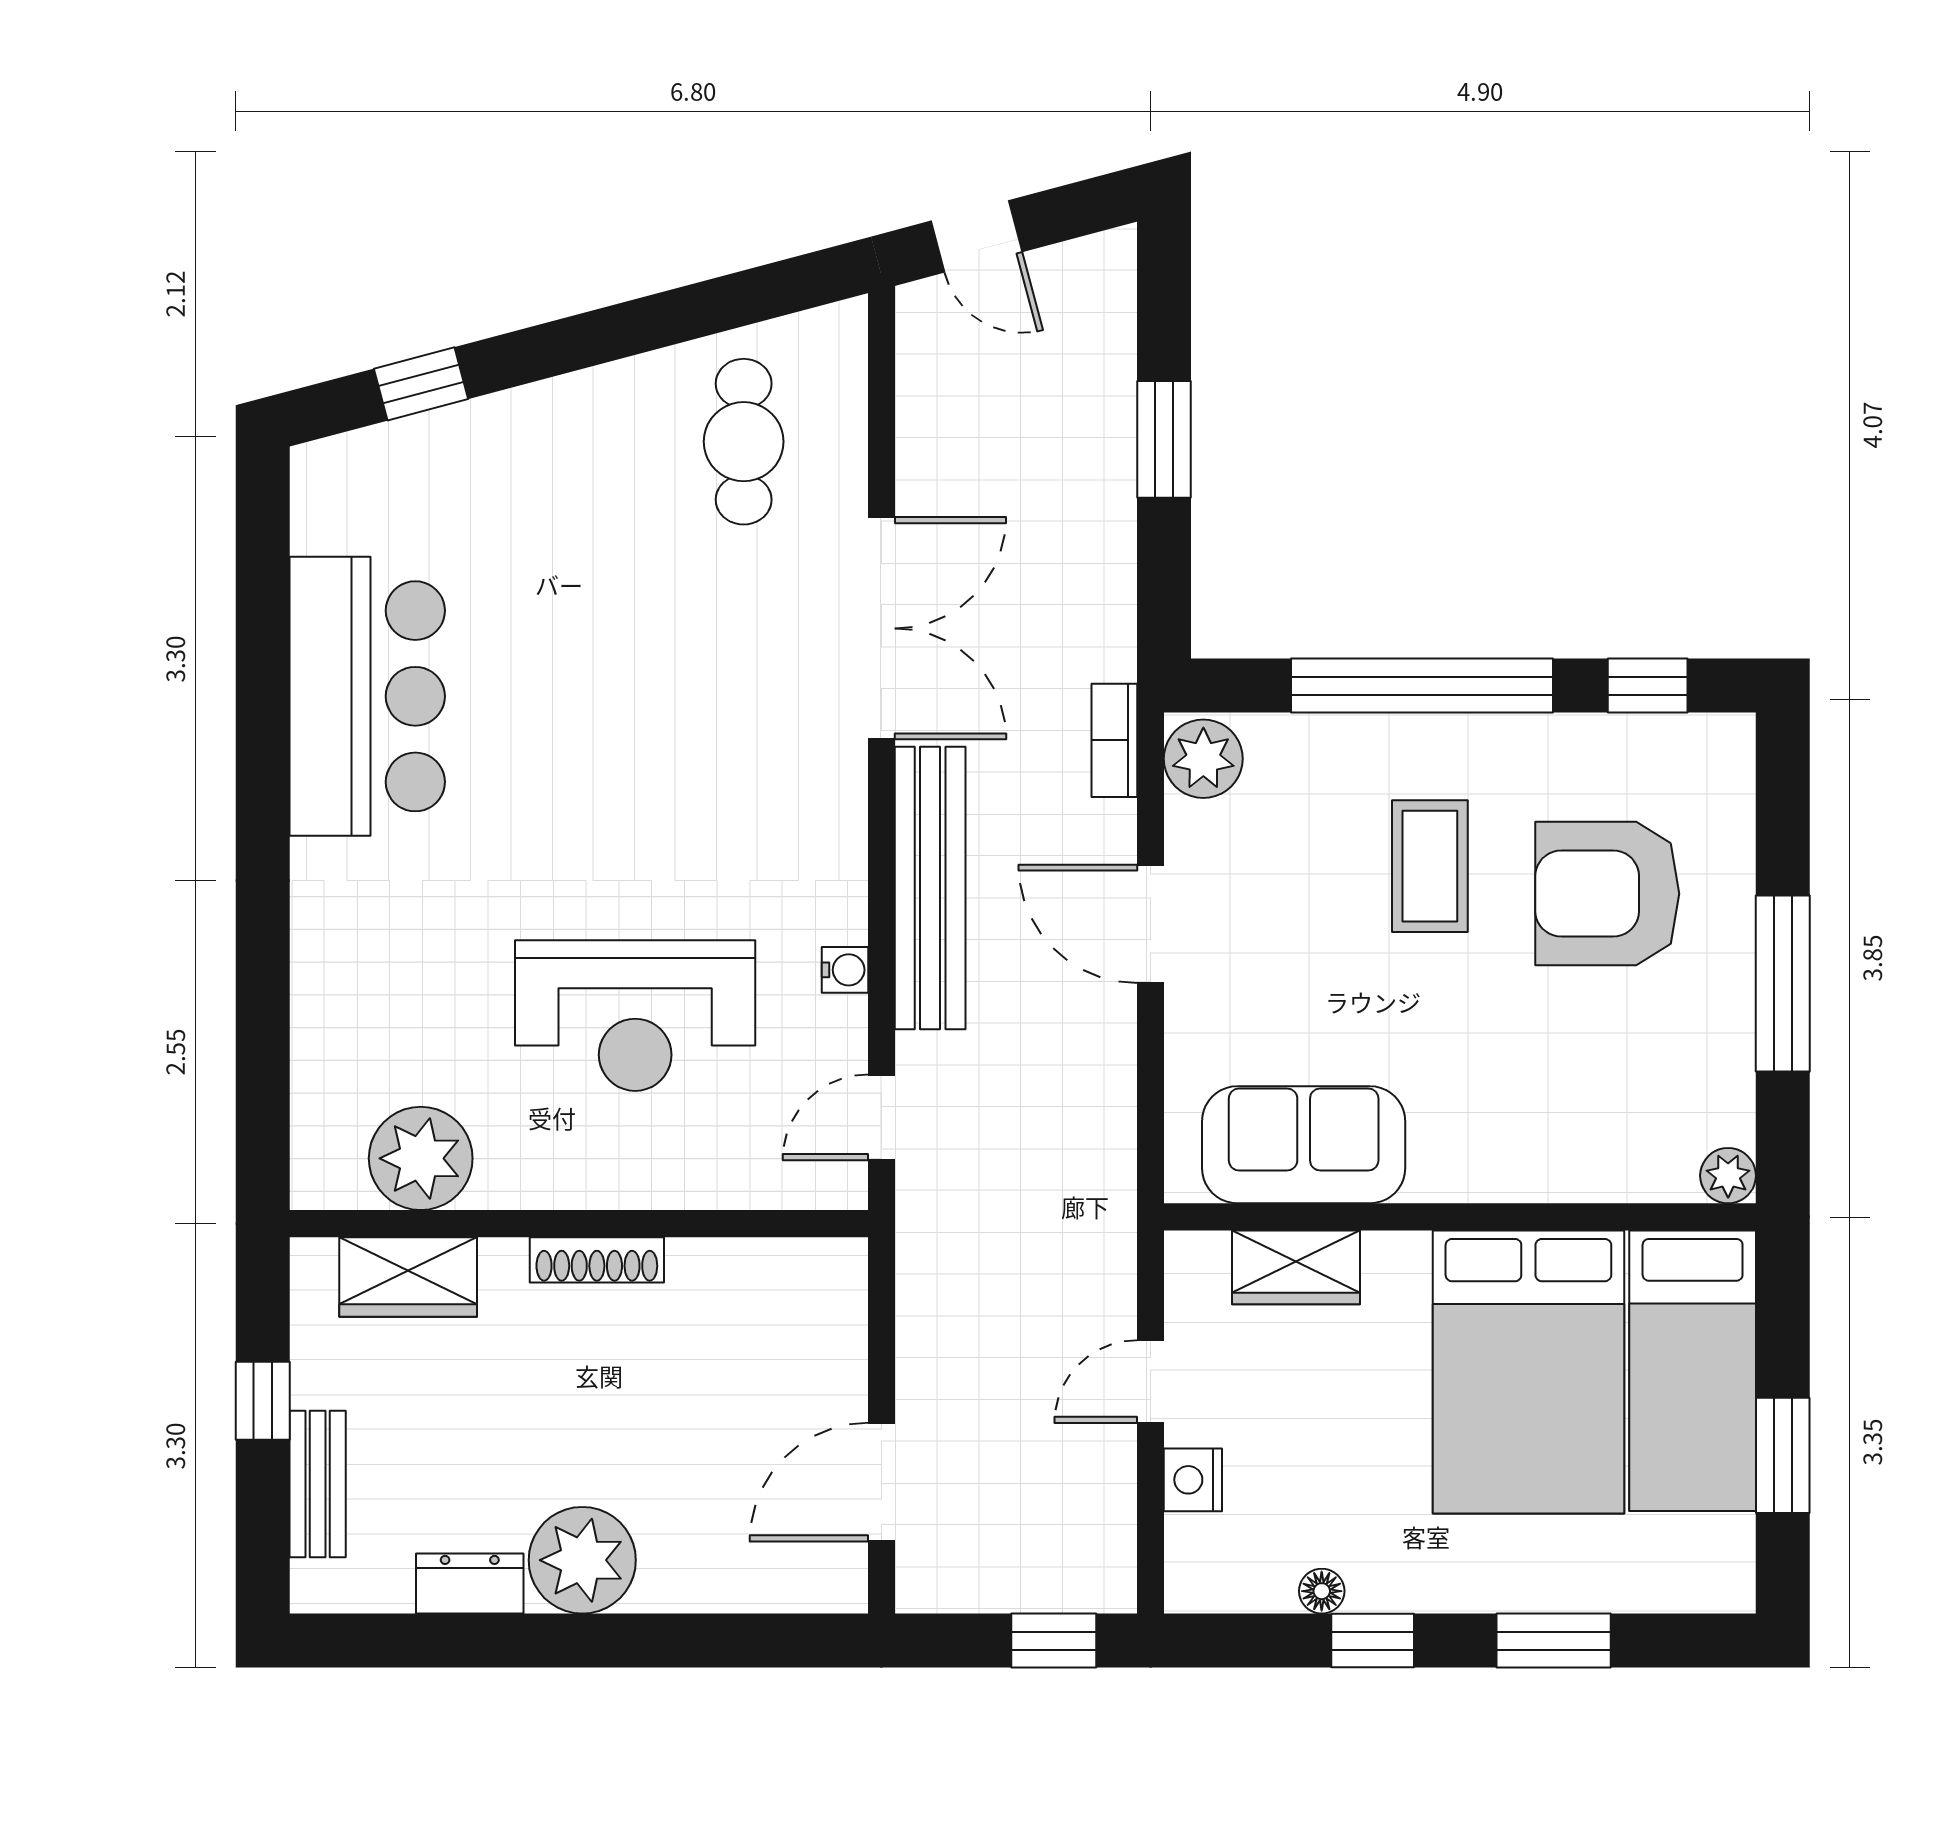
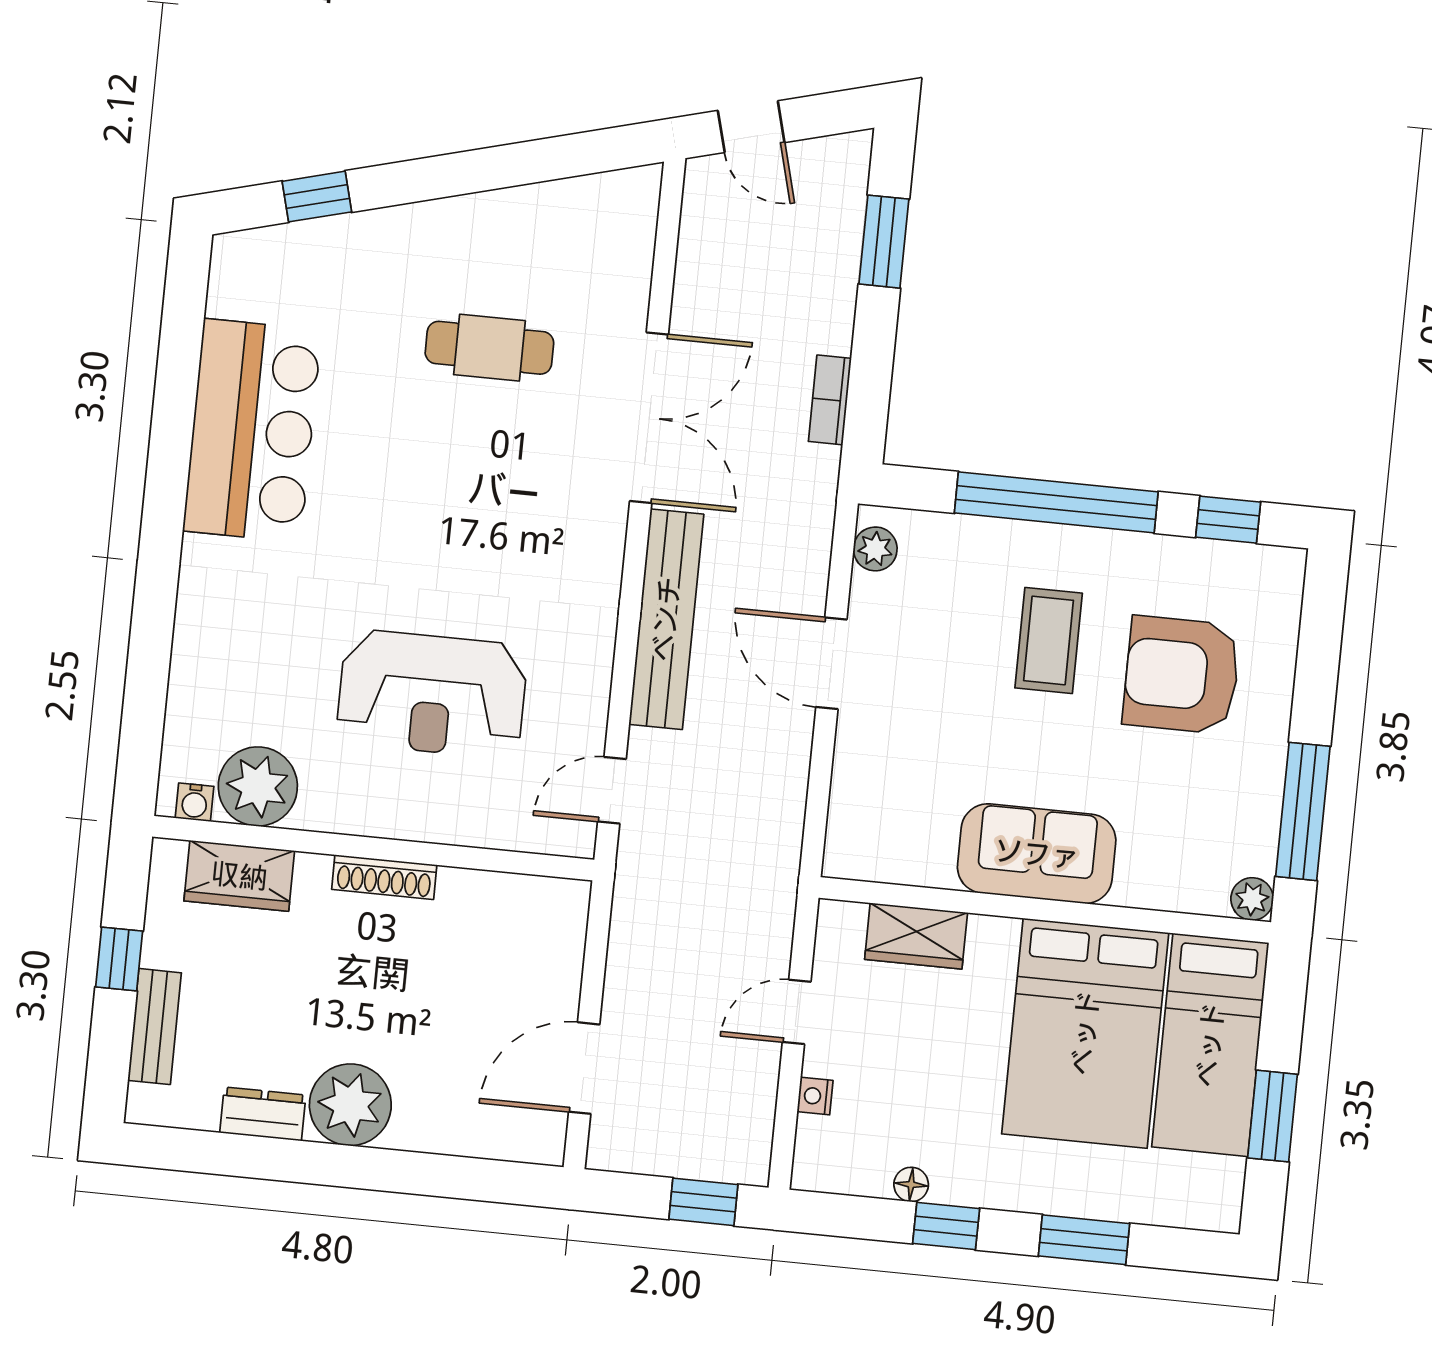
window: (1164, 439) -> (884, 242), moved
cafe table: (744, 442) -> (489, 348), moved, turned 90
bookcase: (1114, 740) -> (830, 400), moved
plant: (1203, 759) -> (875, 549), width x0.73, depth x0.73
water cooler: (845, 970) -> (195, 802), moved, turned 90
window: (1783, 983) -> (1303, 811), moved
sofa: (1304, 1145) -> (1037, 854), moved
nightstand: (1193, 1480) -> (815, 1096), width x0.72, depth x0.74

